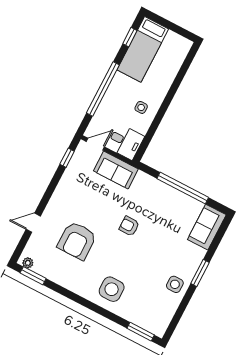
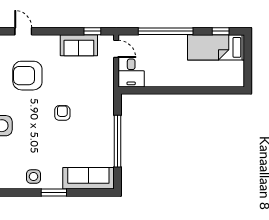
side table: (141, 107) -> (167, 71), removed
sofa: (116, 170) -> (79, 45), moved, turned -90
sofa: (207, 227) -> (88, 178), width x1.36

